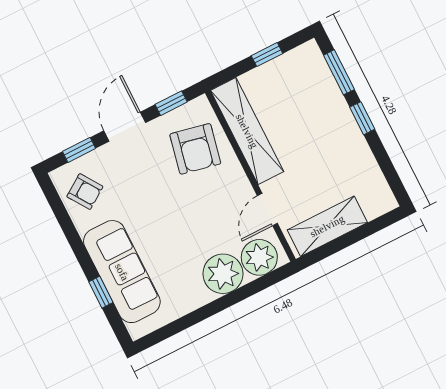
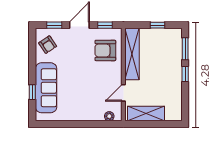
armchair: (195, 149) -> (105, 50), turned 78
plant: (259, 257) -> (109, 116), width x0.53, depth x0.53
plant: (223, 274) -> (90, 111), removed

